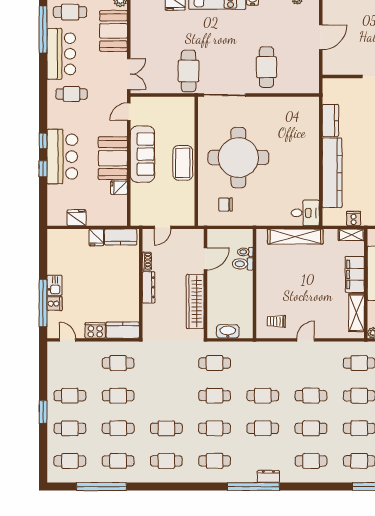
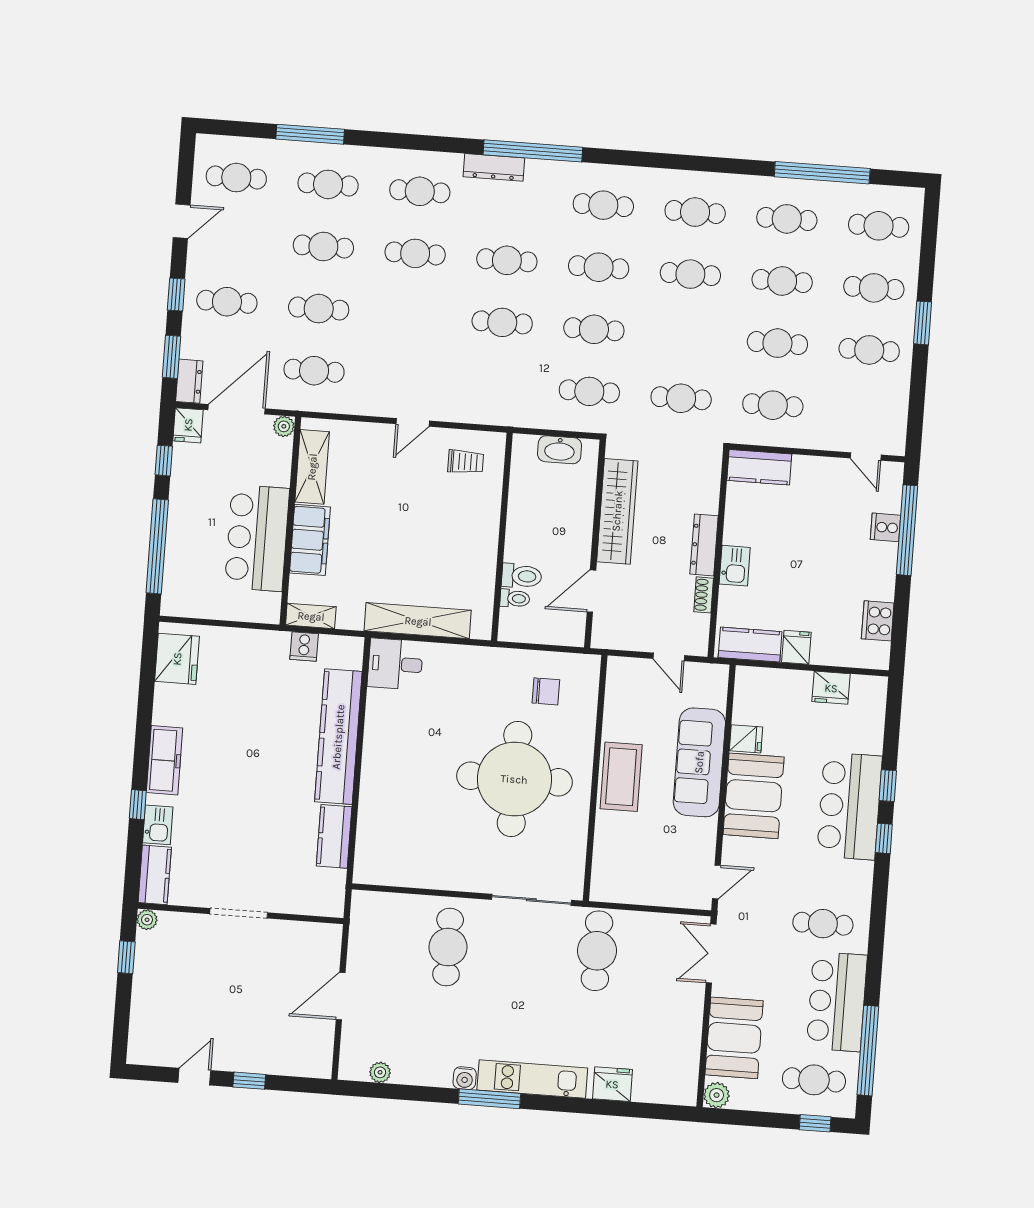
sofa: (142, 154) -> (699, 762), moved
door: (163, 227) -> (669, 657), swing flipped
kitchen sink: (54, 285) -> (735, 566), moved, turned 180
cooker: (95, 331) -> (878, 621), moved, turned 90
cafe table: (311, 396) -> (681, 398), moved
dresser: (268, 476) -> (494, 167), width x1.44

